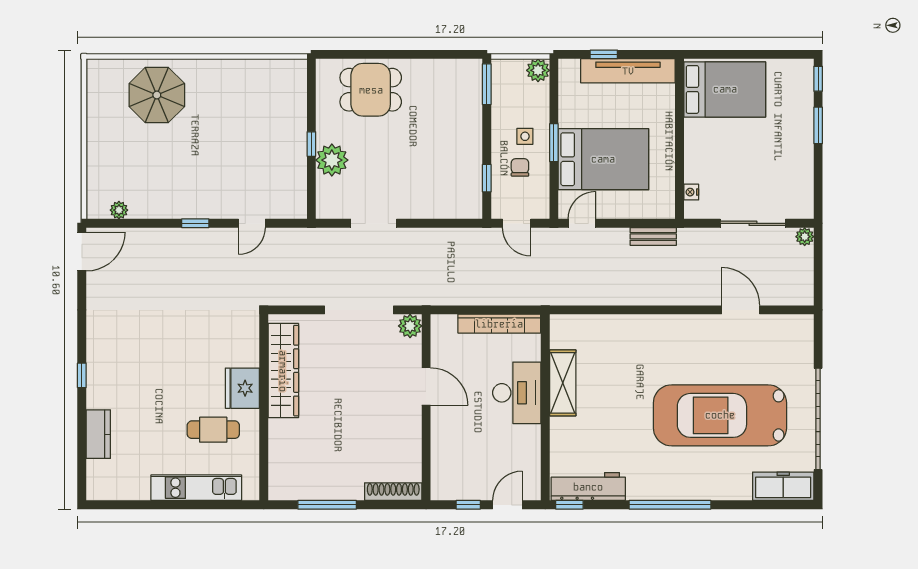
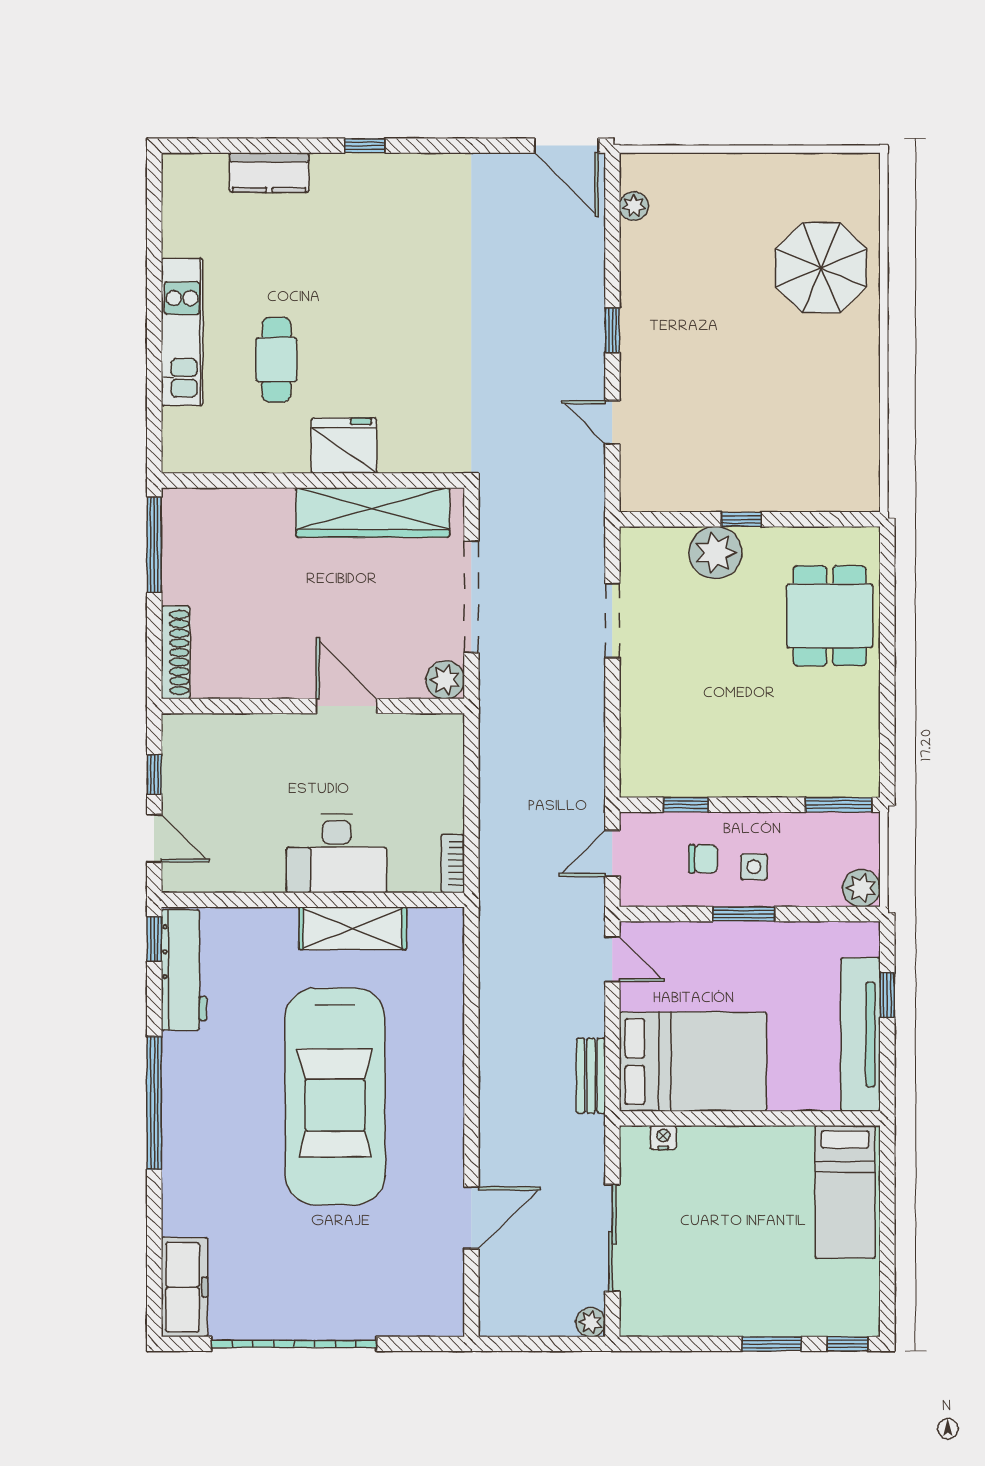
bed: (725, 89) -> (845, 1192), width x0.67
bed: (603, 159) -> (693, 1062), moved, turned -90
bookcase: (499, 324) -> (453, 863), width x0.43, depth x0.76
wardrobe: (283, 371) -> (373, 512), moved
door: (426, 387) -> (347, 706), swing flipped
fridge: (242, 388) -> (344, 446), moved
wall: (264, 407) -> (313, 480), moved
car: (720, 415) -> (335, 1096), moved, turned 180

